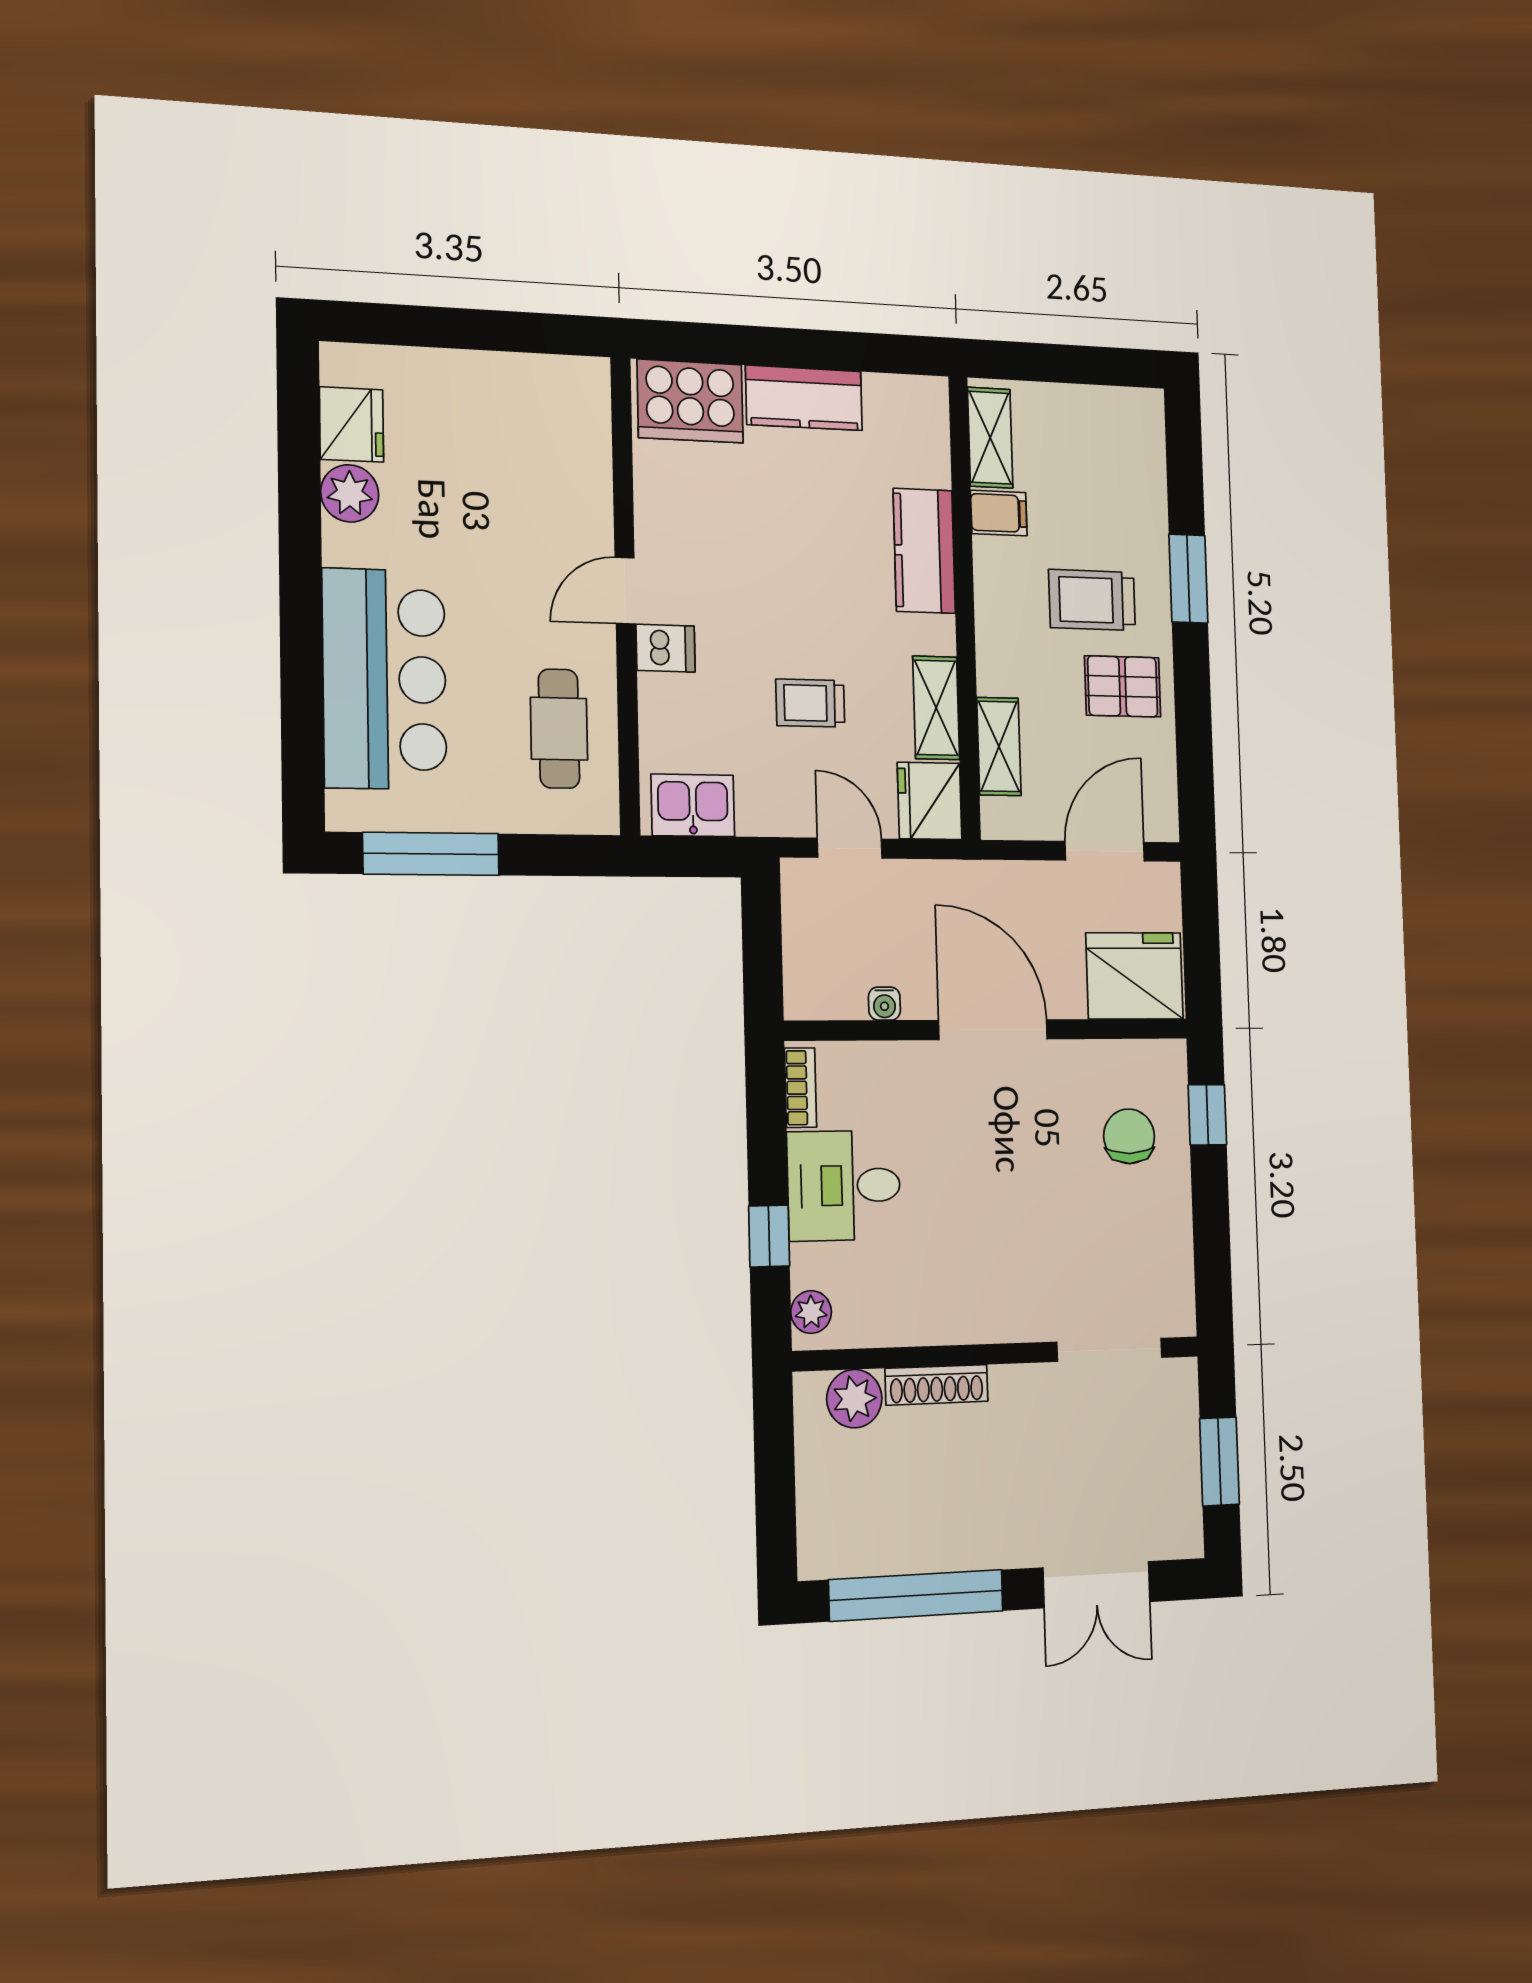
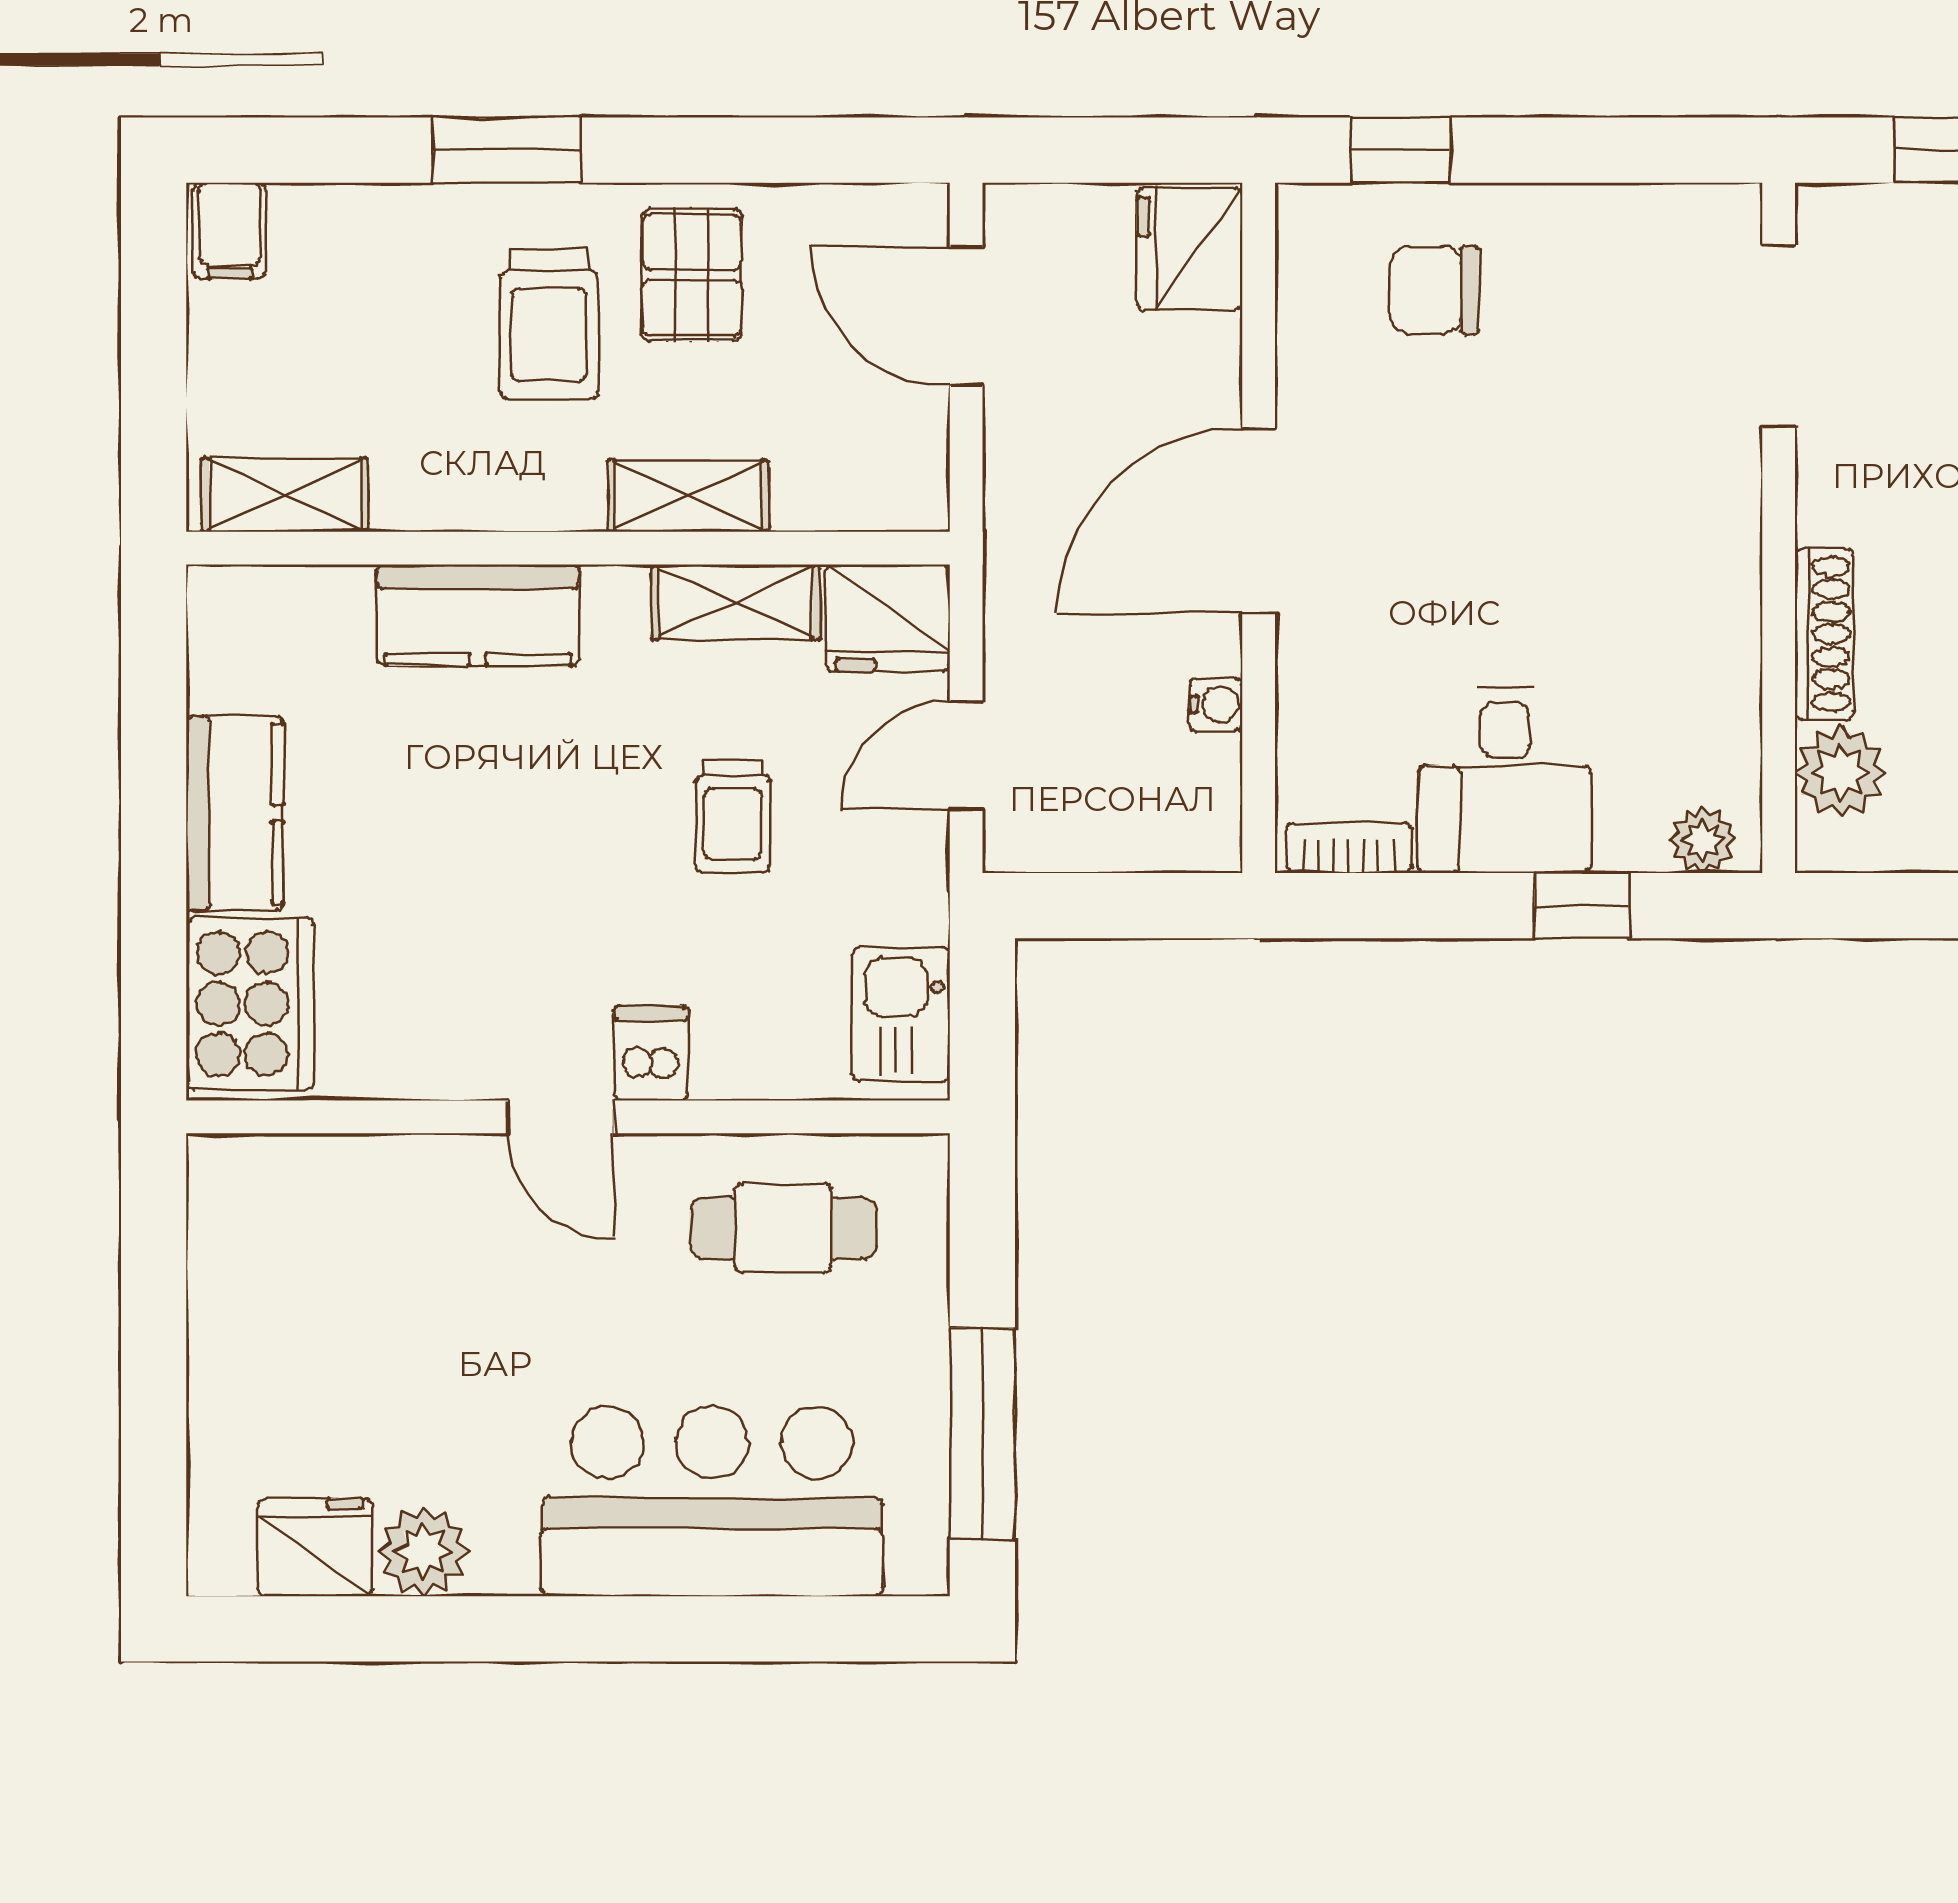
filing cabinet: (999, 513) -> (230, 231), moved, turned 180
shelving: (999, 746) -> (688, 496), moved
fridge: (1135, 976) -> (1190, 249), width x0.73, depth x0.75

